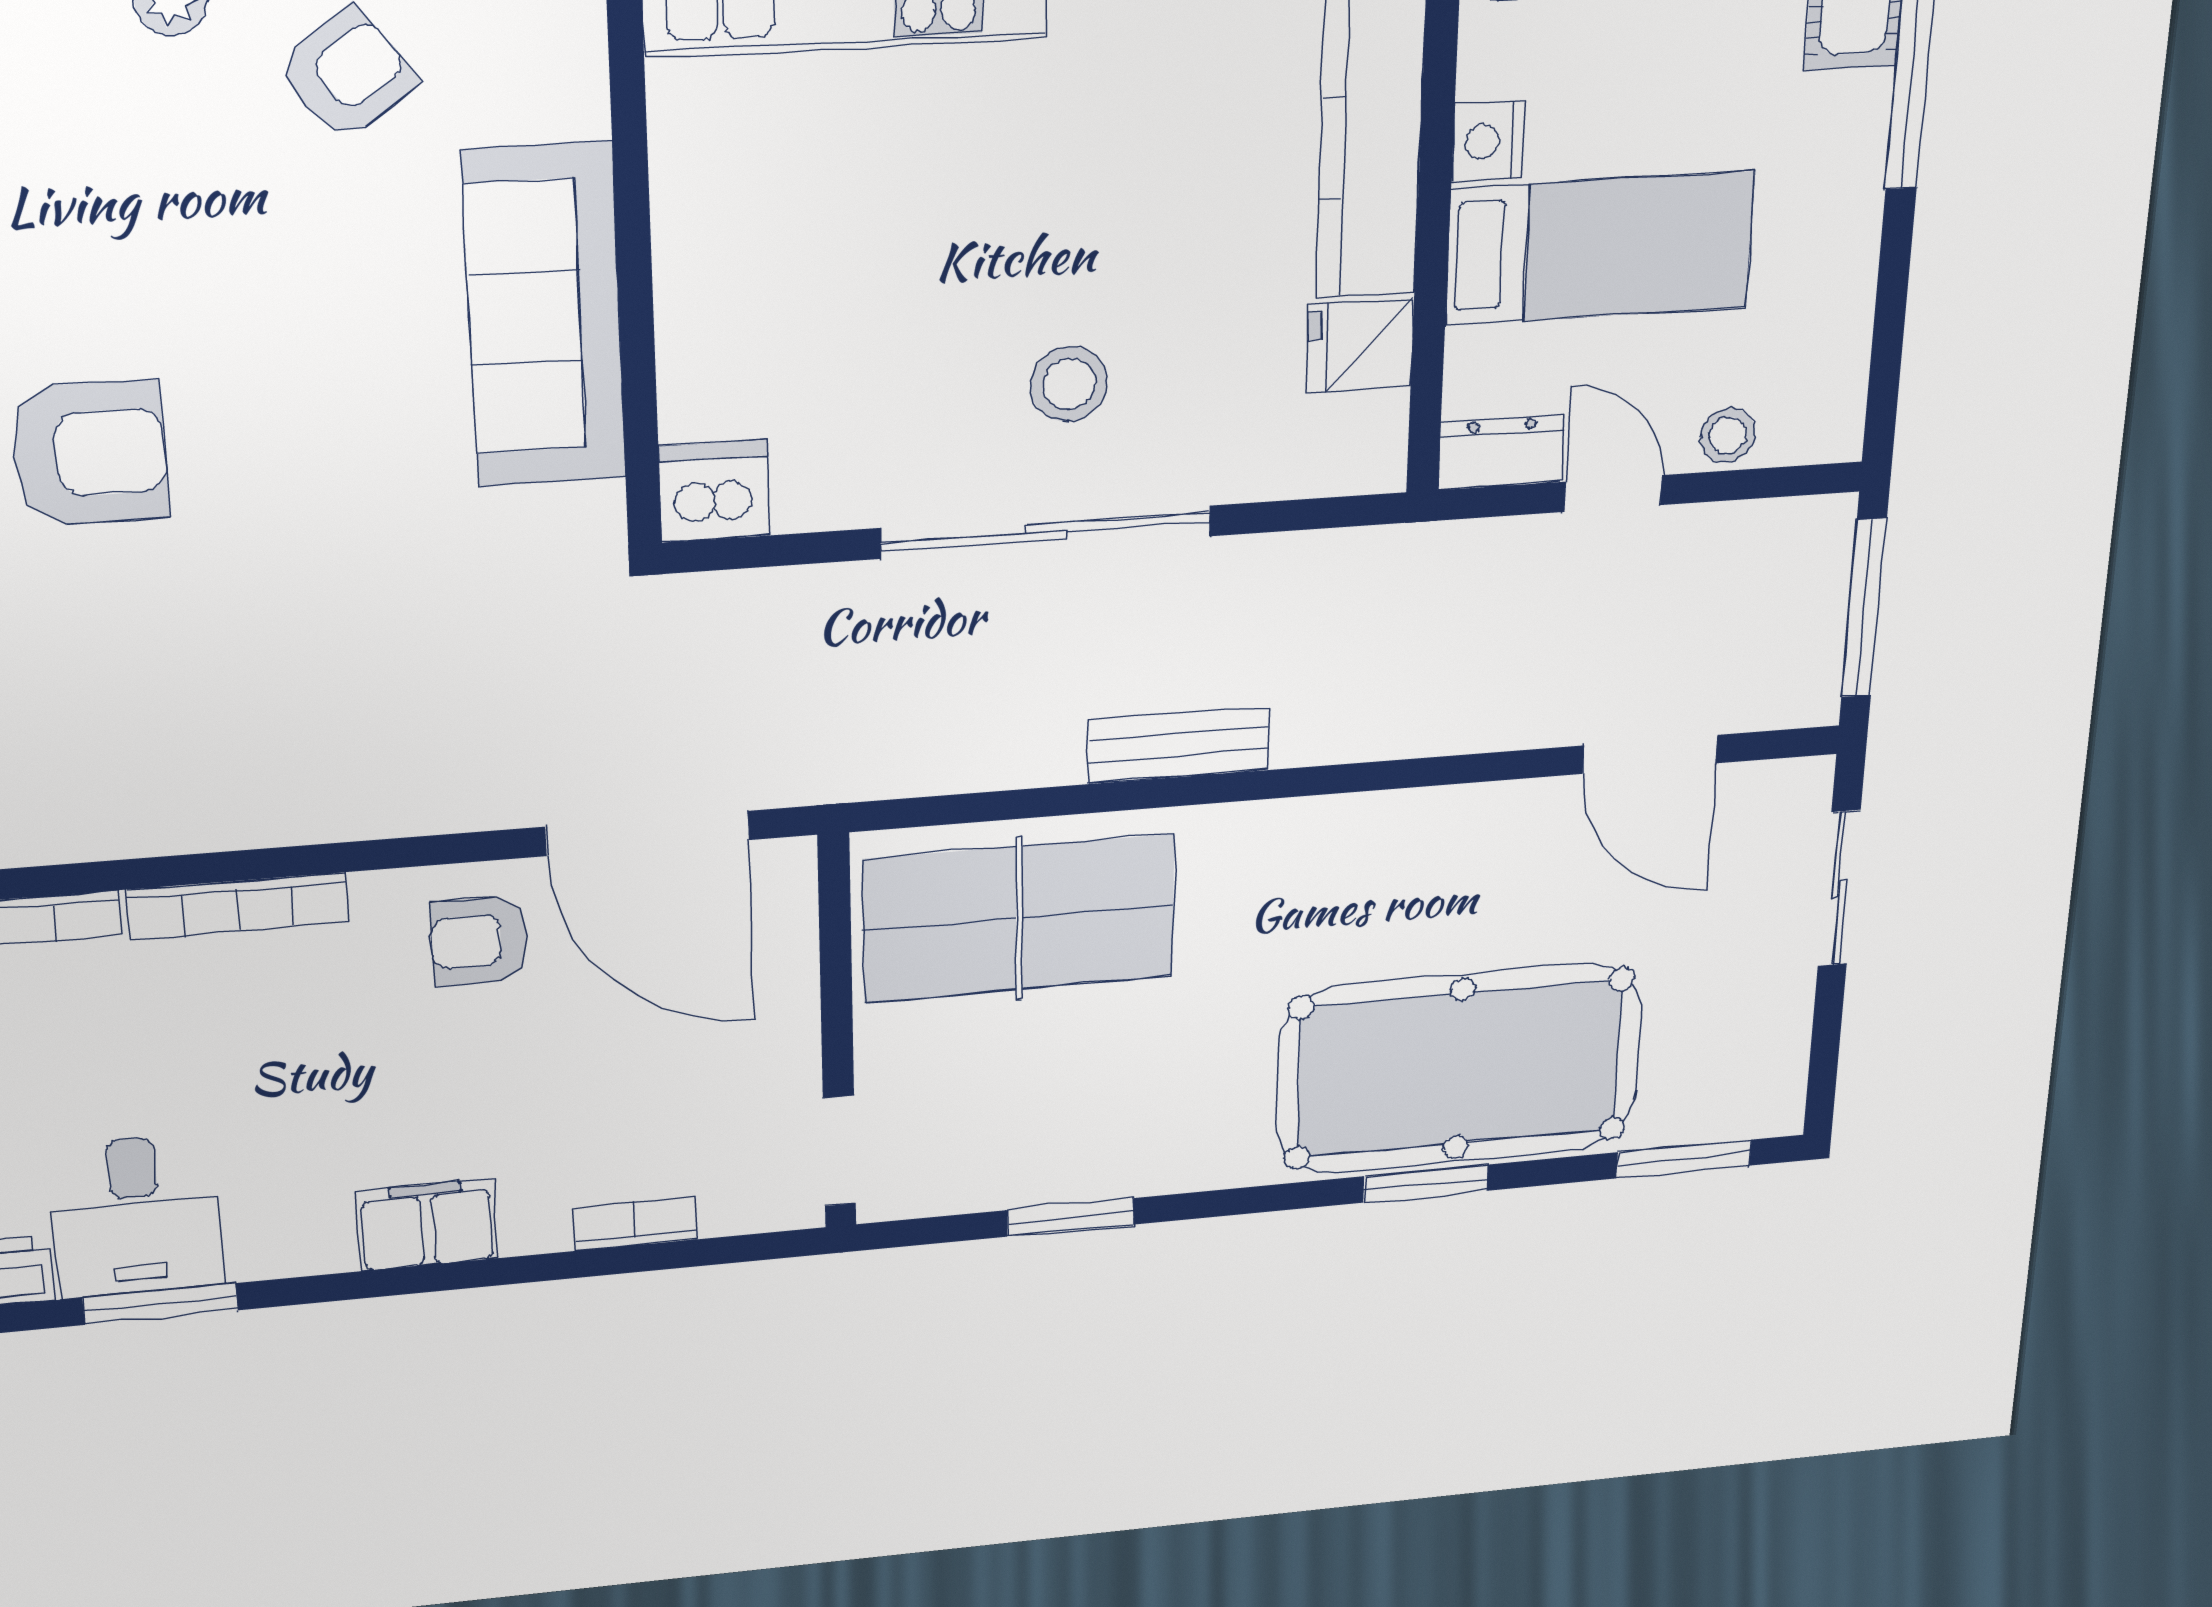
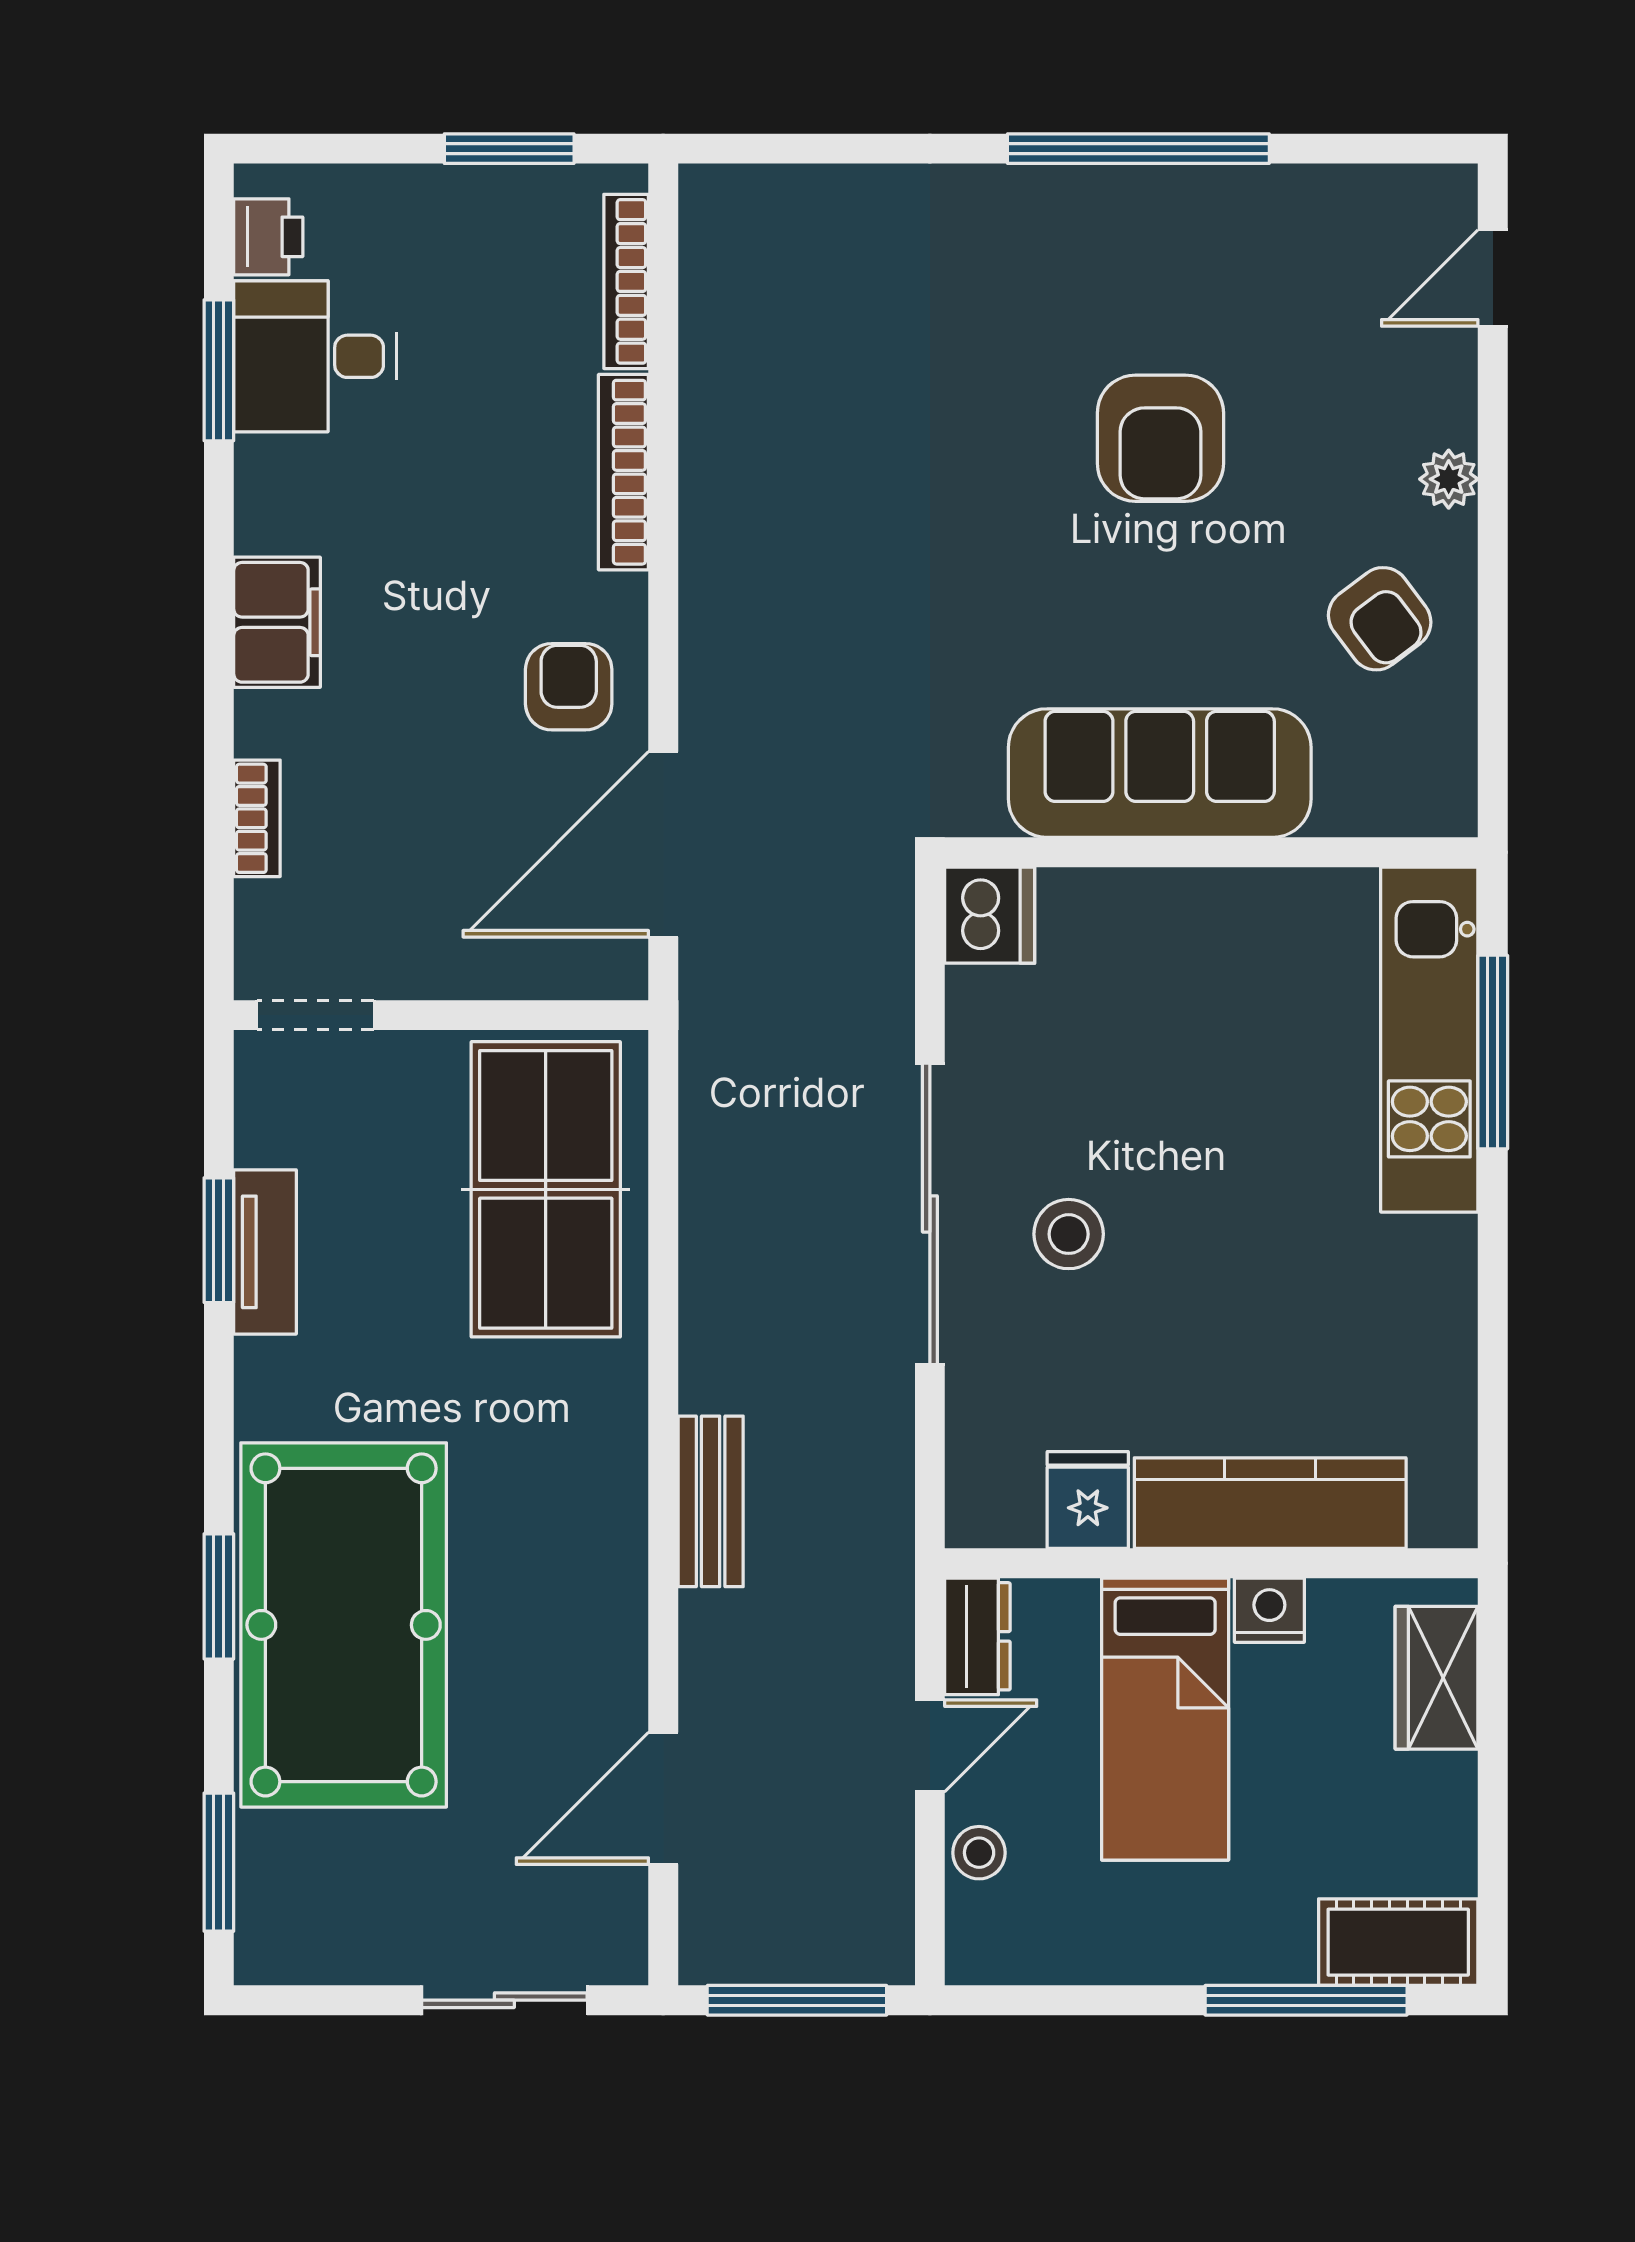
armchair: (89, 454) -> (1160, 438), moved
bench: (1178, 745) -> (711, 1501), moved
tv unit: (1083, 1175) -> (265, 1252), added

